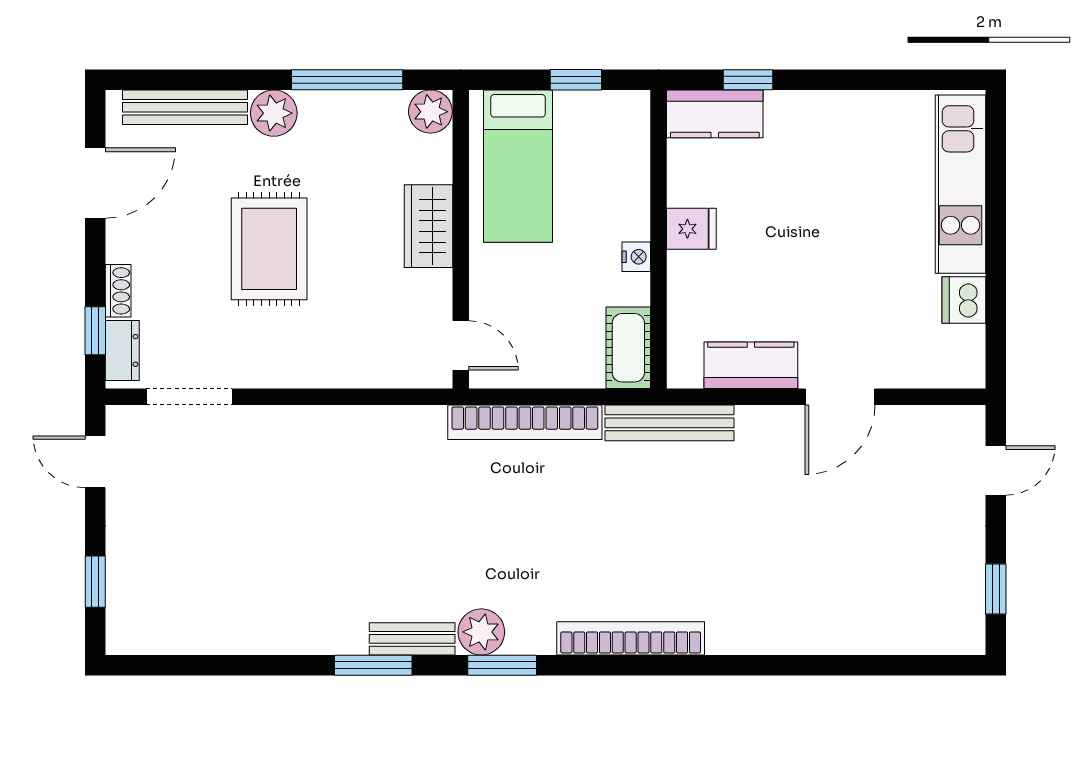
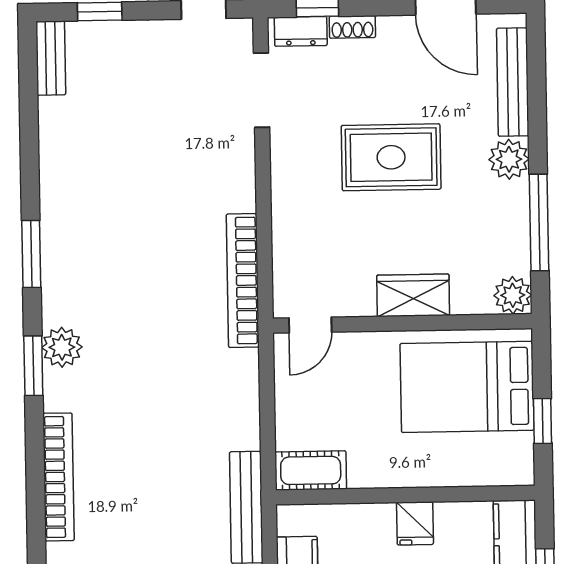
bed: (518, 166) -> (467, 387), width x1.50
nightstand: (636, 257) -> (390, 476), removed
bookcase: (525, 422) -> (243, 281), moved
bench: (412, 639) -> (51, 58), moved

